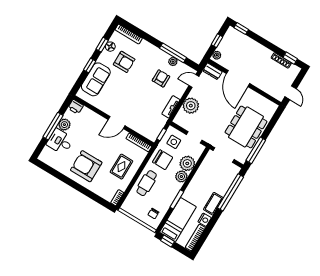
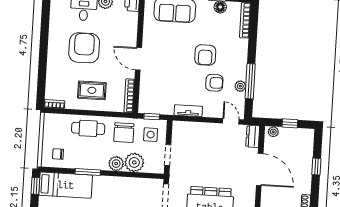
window: (241, 29) -> (316, 167), moved
armchair: (124, 62) -> (205, 55), moved
door: (238, 79) -> (260, 169), swing flipped
plant: (191, 106) -> (201, 132), removed
armchair: (86, 166) -> (84, 48), moved

